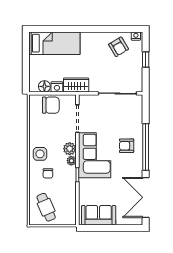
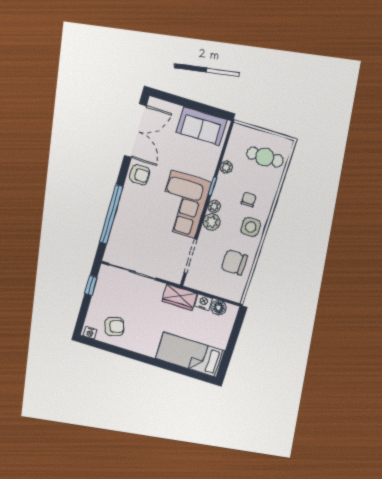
armchair: (119, 47) -> (114, 327), turned 102
window: (146, 60) -> (91, 285), moved
chair: (51, 105) -> (234, 262), moved
armchair: (127, 146) -> (140, 175), moved
window: (146, 147) -> (111, 214), moved
plant: (72, 192) -> (226, 167), added
cafe table: (46, 207) -> (265, 157), turned -67

